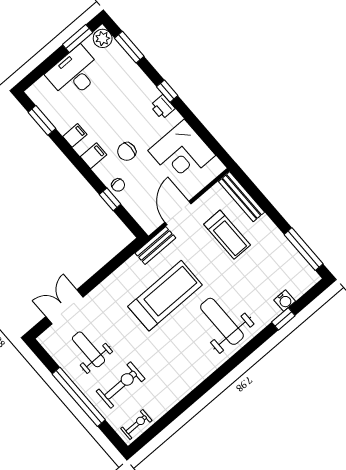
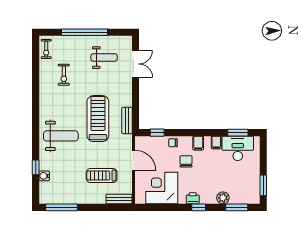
plant: (103, 38) -> (223, 198), moved
desk: (74, 73) -> (238, 148), moved, turned -90
bench: (242, 197) -> (119, 199), width x0.73
window: (110, 199) -> (157, 133), moved
bench: (155, 245) -> (127, 120), moved
treadmill: (165, 296) -> (98, 119), turned 180
exercise bike: (121, 385) -> (64, 75), moved, width x0.73, depth x0.72

